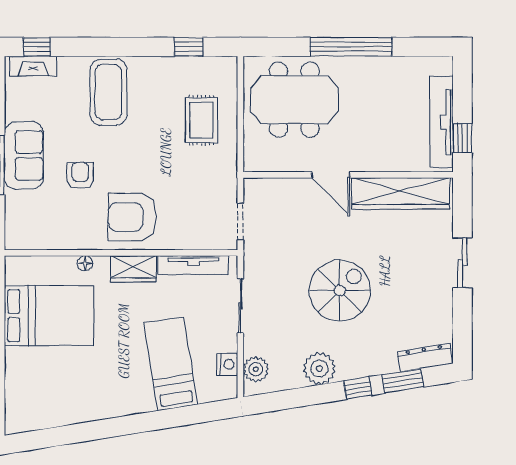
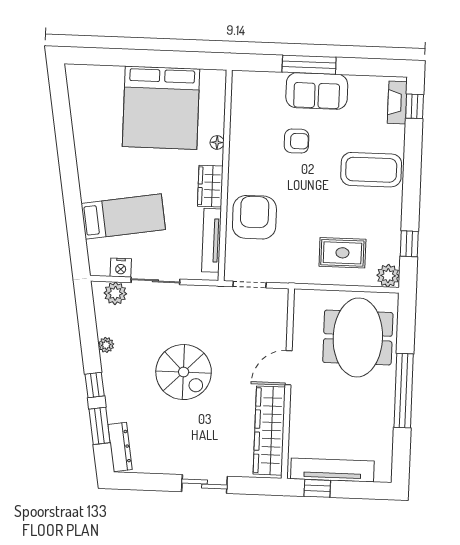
plant: (225, 69) -> (388, 276), added
armchair: (132, 217) -> (254, 217), moved
sliding door: (240, 306) -> (155, 281), moved
bed: (49, 316) -> (161, 108), width x1.36
plant: (319, 369) -> (106, 345), width x0.53, depth x0.53

